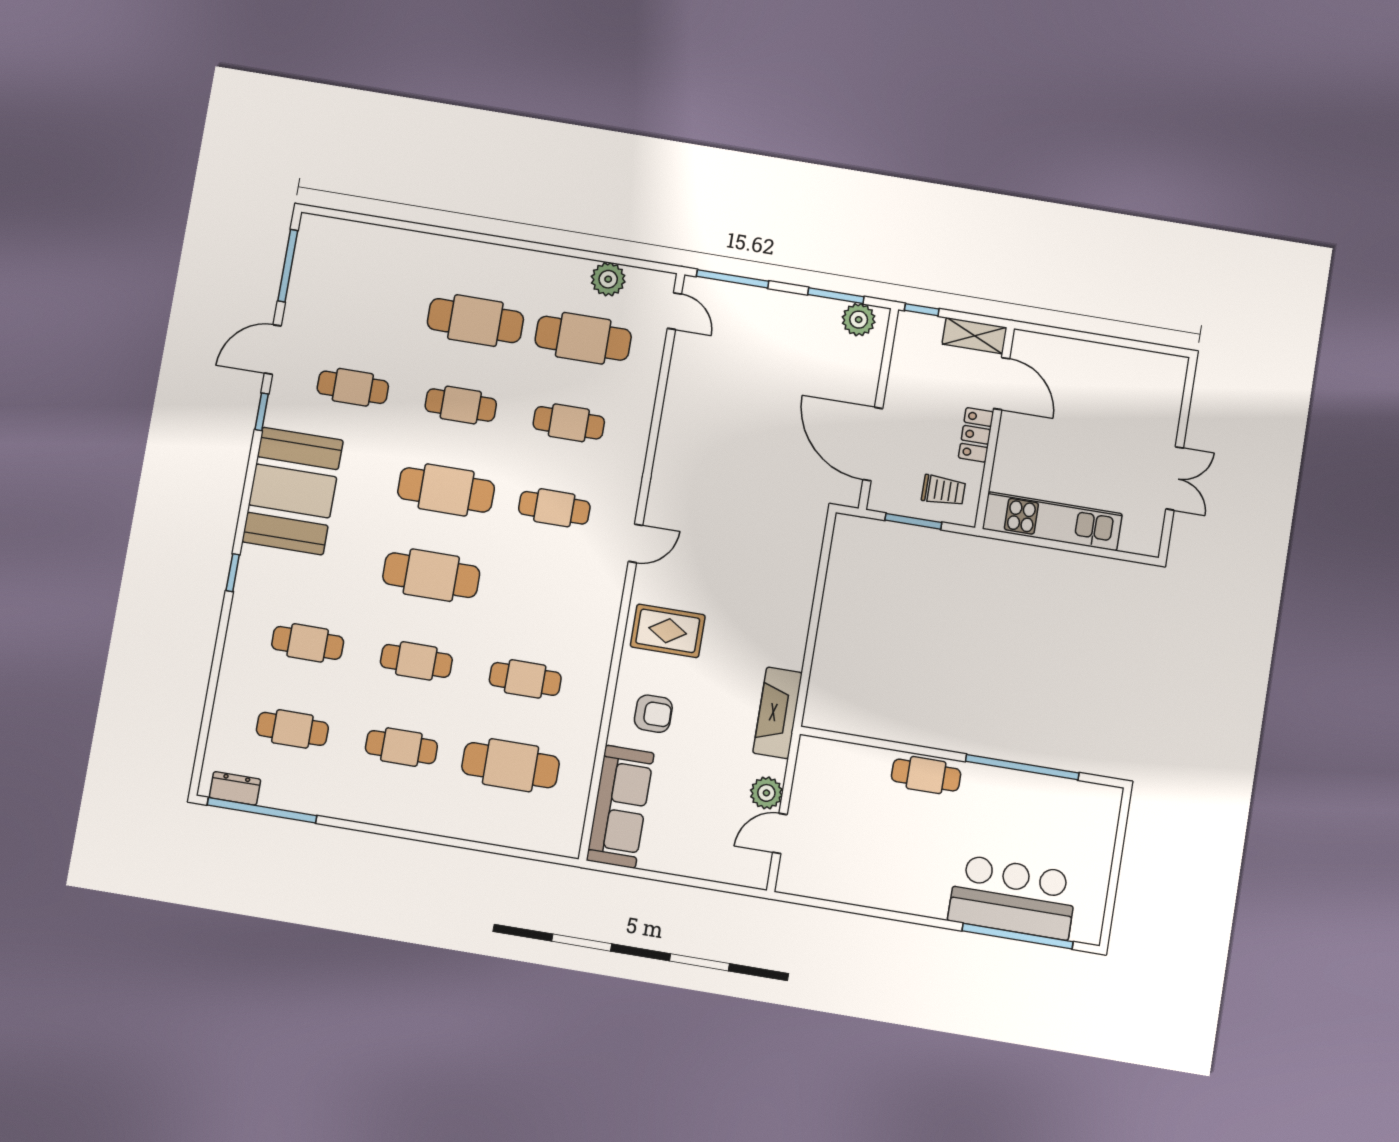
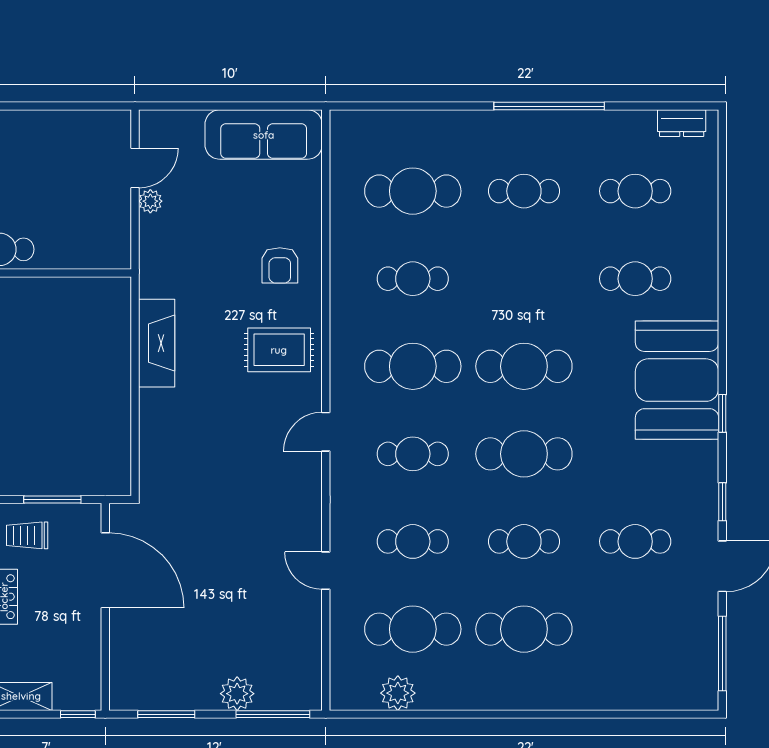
door: (674, 311) -> (326, 571), moved
plant: (859, 320) -> (237, 694), moved
booth: (293, 491) -> (677, 380), moved
window: (233, 573) -> (722, 413), moved
cafe table: (416, 661) -> (413, 366), moved, width x1.37, depth x1.35
fireplace: (778, 713) -> (157, 343), moved
armchair: (653, 714) -> (280, 265), turned -90
plant: (766, 793) -> (150, 201), width x0.73, depth x0.73
sofa: (620, 807) -> (264, 135), moved, turned -90
window: (262, 810) -> (549, 106), moved

